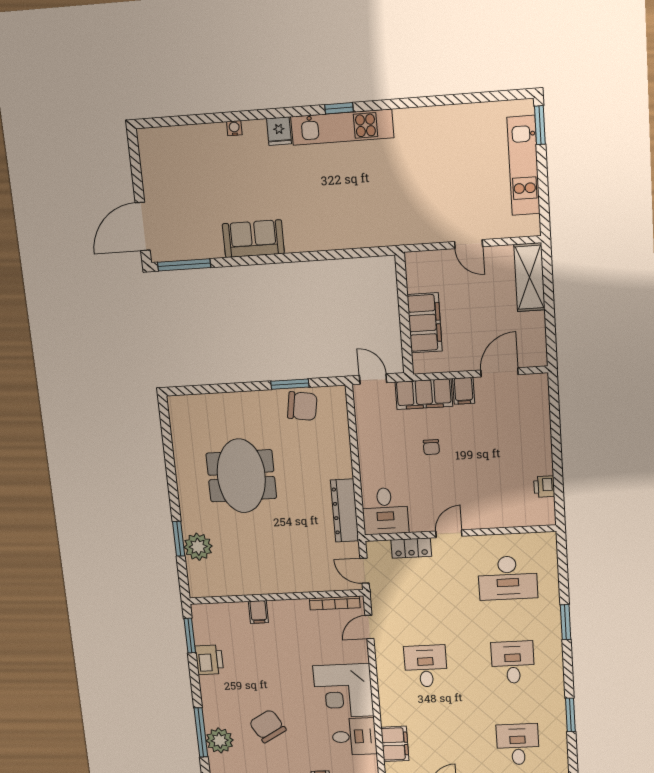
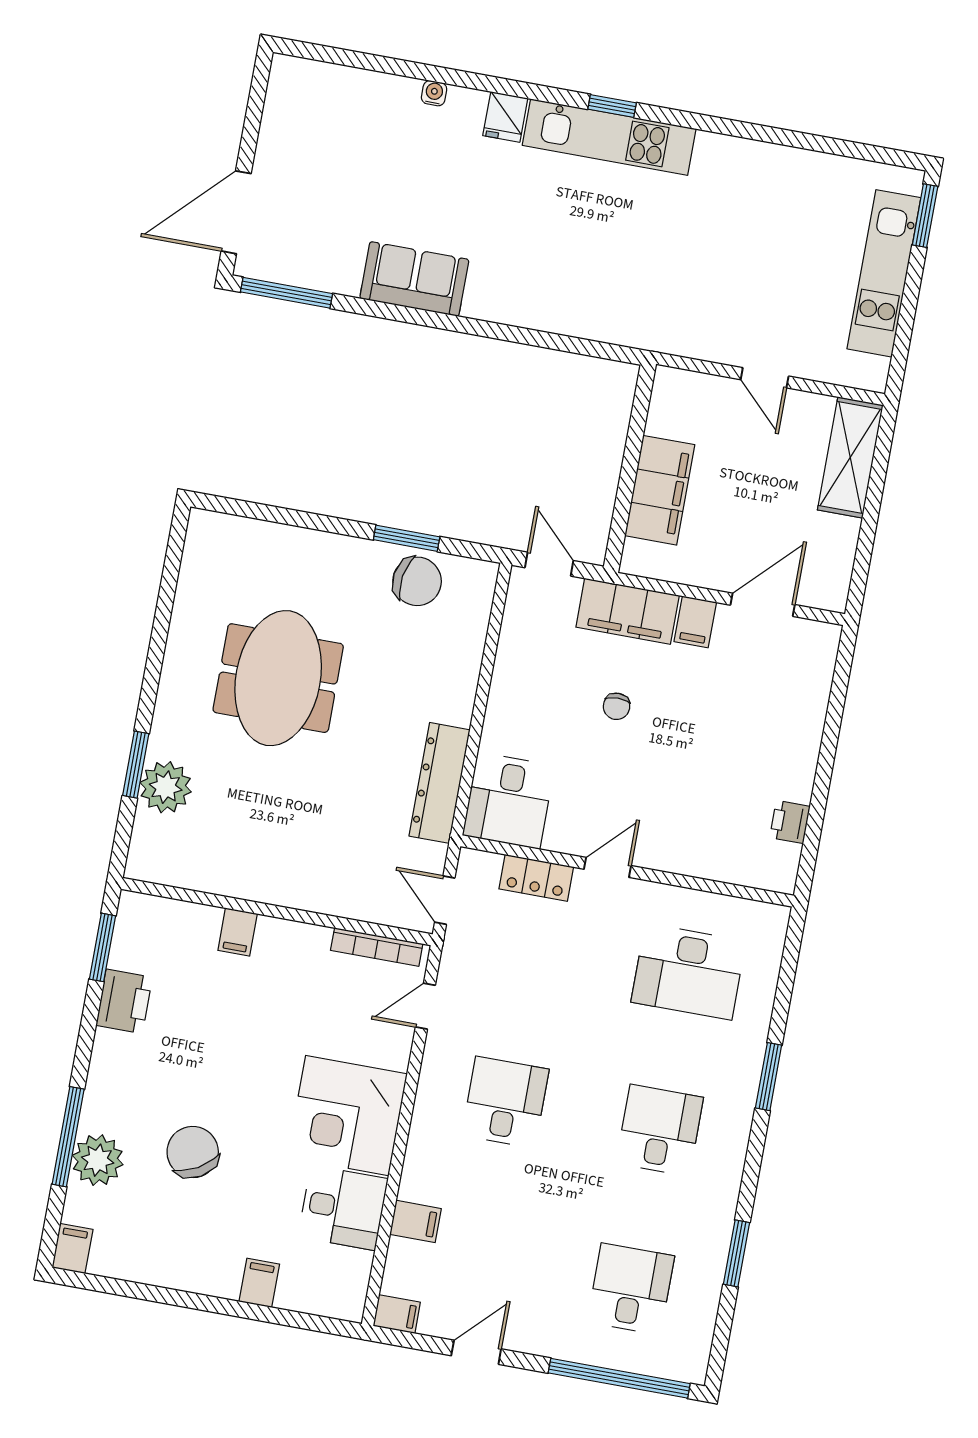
filing cabinet: (395, 744) -> (415, 1221), width x0.50

